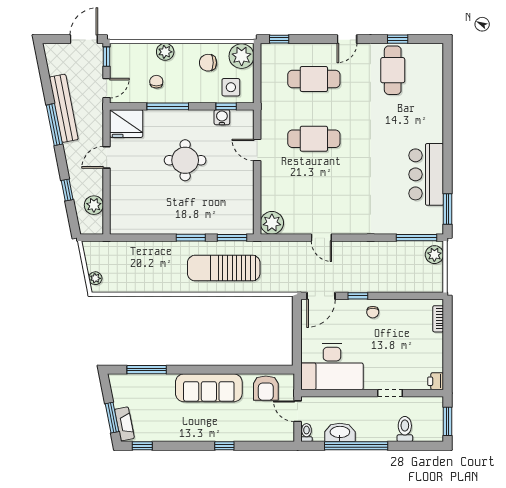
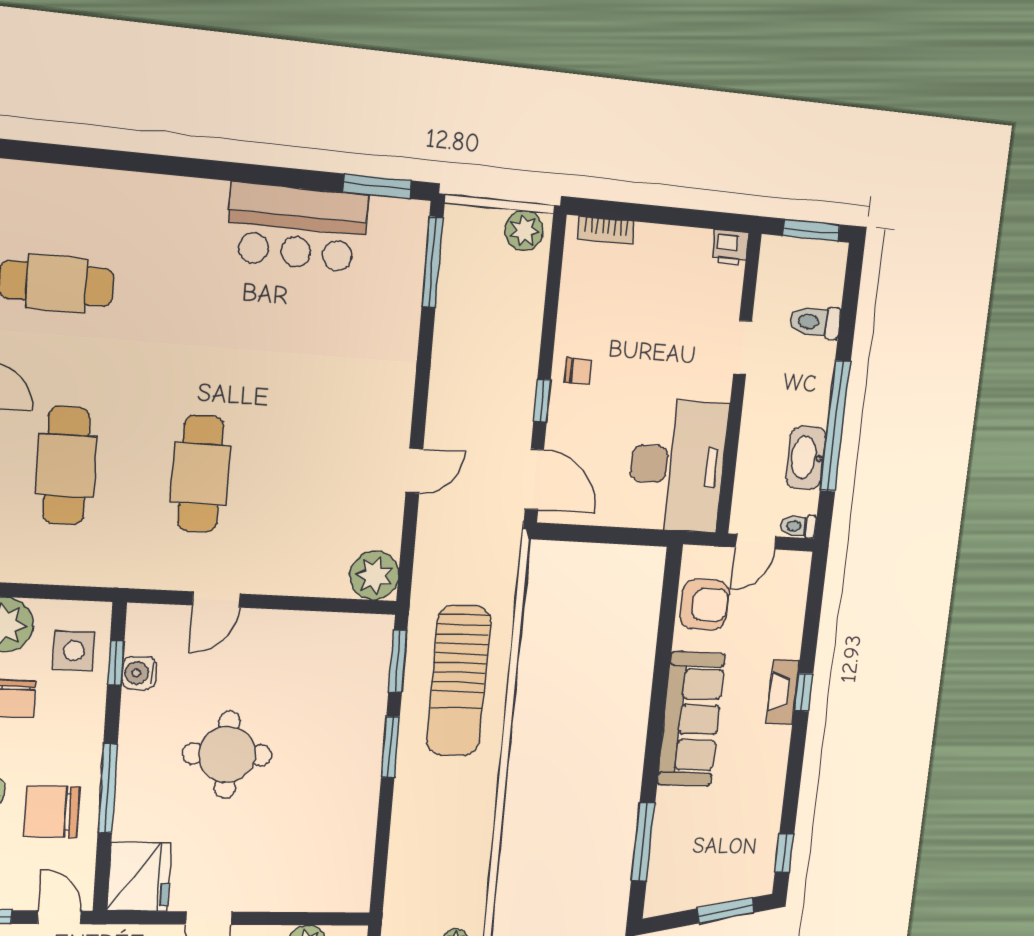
chair: (156, 82) -> (51, 812), width x1.87, depth x1.87
plant: (434, 255) -> (524, 231), moved
fireplace: (124, 424) -> (783, 692), moved, turned -79

